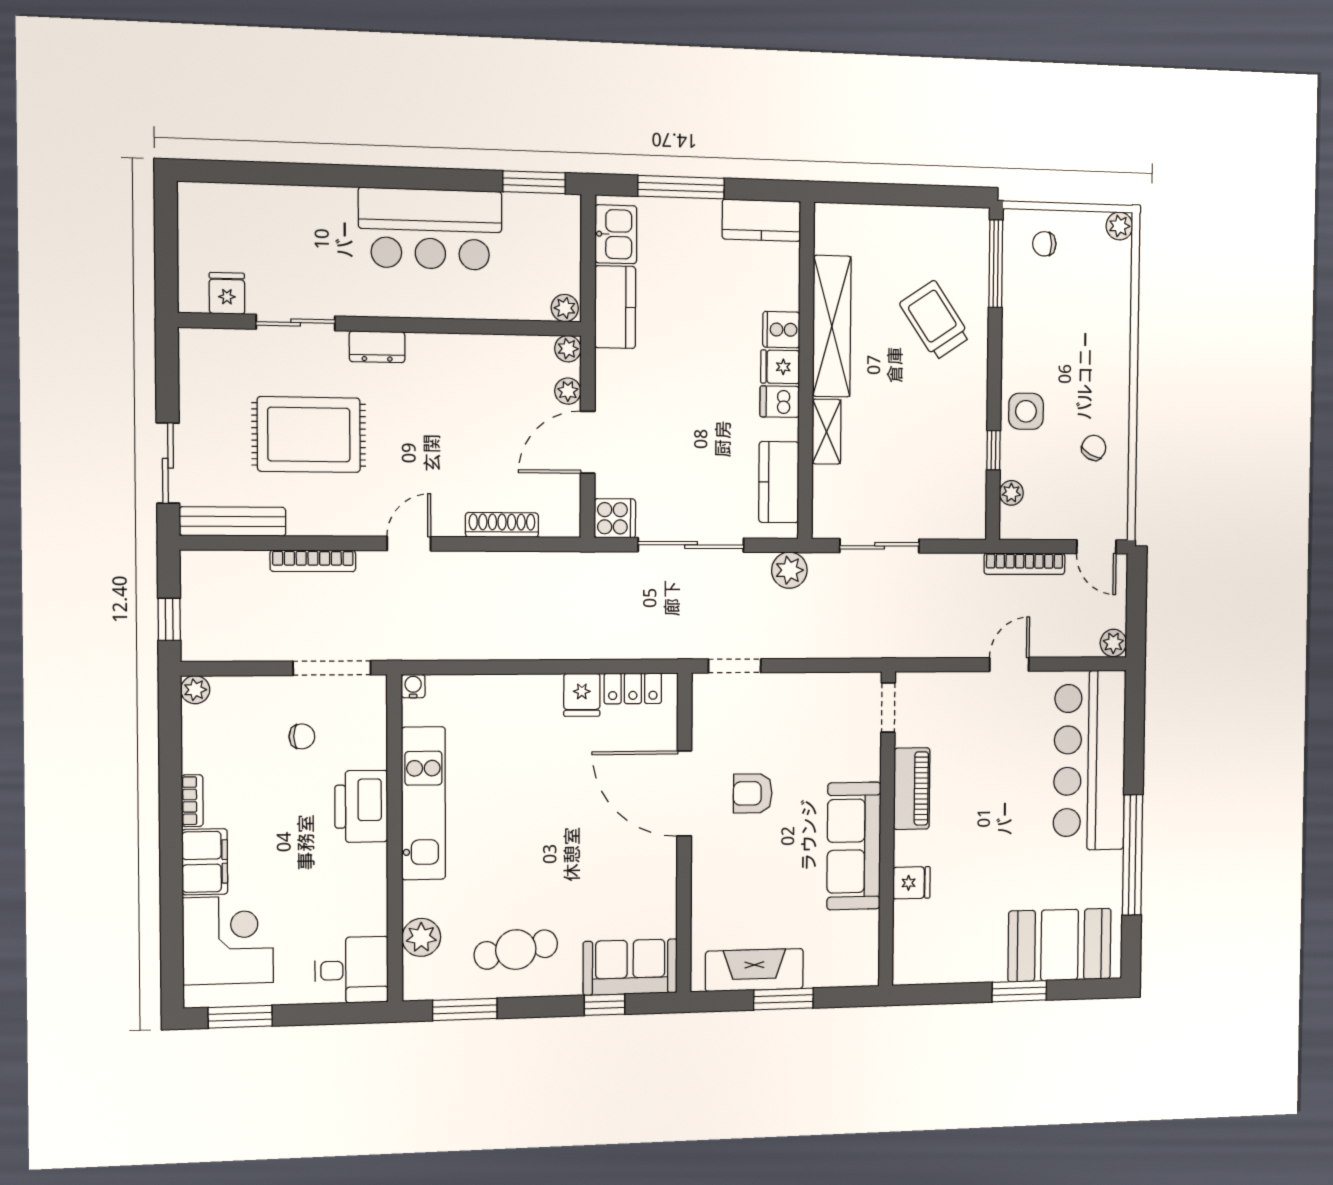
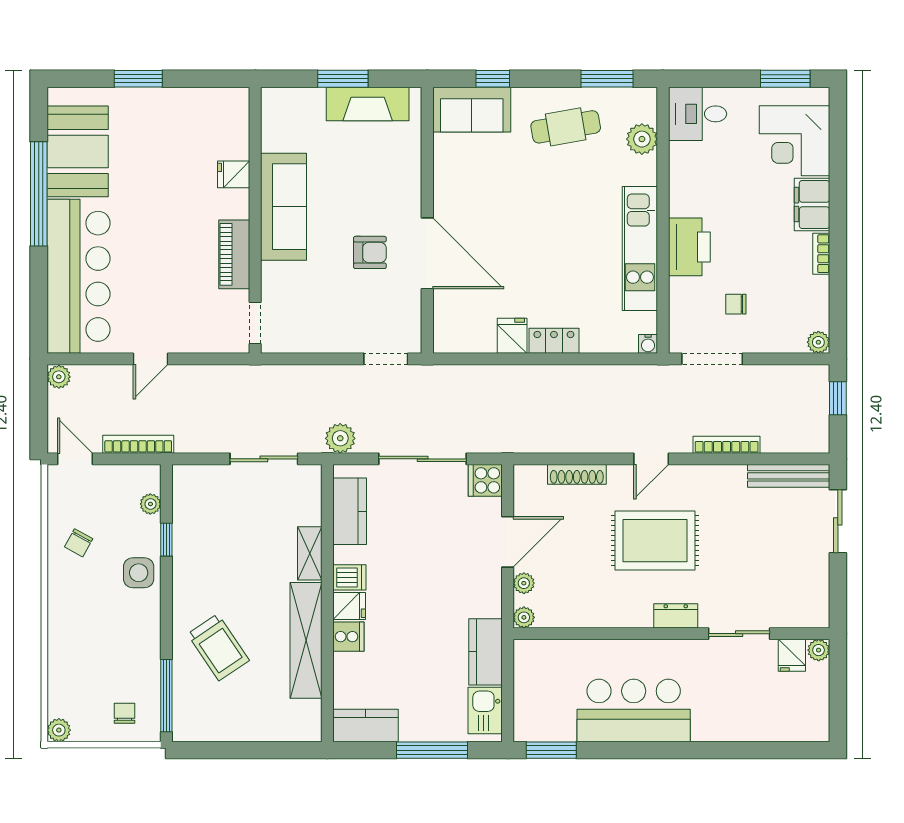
chair: (1044, 244) -> (125, 713), turned -90
plant: (565, 308) -> (819, 650), moved
rug: (309, 435) -> (655, 541), moved
locker: (633, 688) -> (554, 341), moved
booth: (1060, 945) -> (78, 151), moved, turned 90

